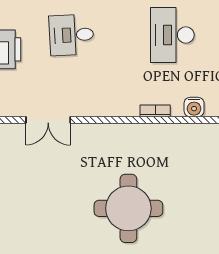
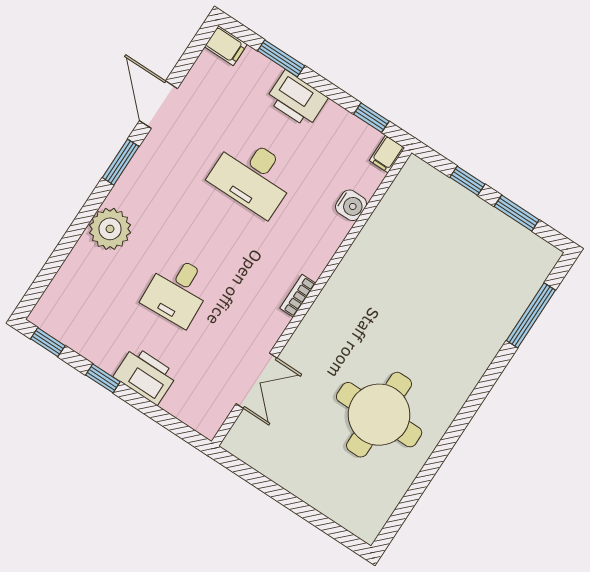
bookcase: (155, 111) -> (298, 296), moved
round table: (128, 208) -> (379, 415), moved

